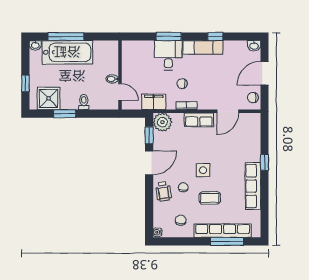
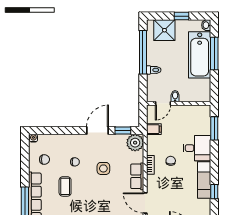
window: (169, 37) -> (214, 128), moved
window: (25, 83) -> (182, 16), moved
shower: (49, 98) -> (164, 30), moved
filing cabinet: (154, 102) -> (154, 129), width x0.50
window: (65, 114) -> (143, 52), width x2.11
door: (149, 163) -> (98, 130), swing flipped
side table: (203, 170) -> (103, 168), moved
wheelchair: (163, 191) -> (71, 144), removed

